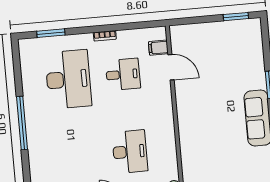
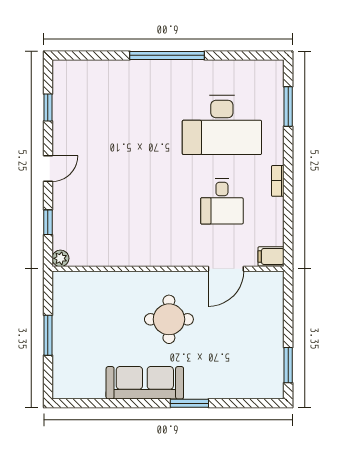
filing cabinet: (158, 48) -> (271, 256), moved, turned -90
round table: (211, 105) -> (169, 319), added
desk: (130, 152) -> (114, 201), removed

